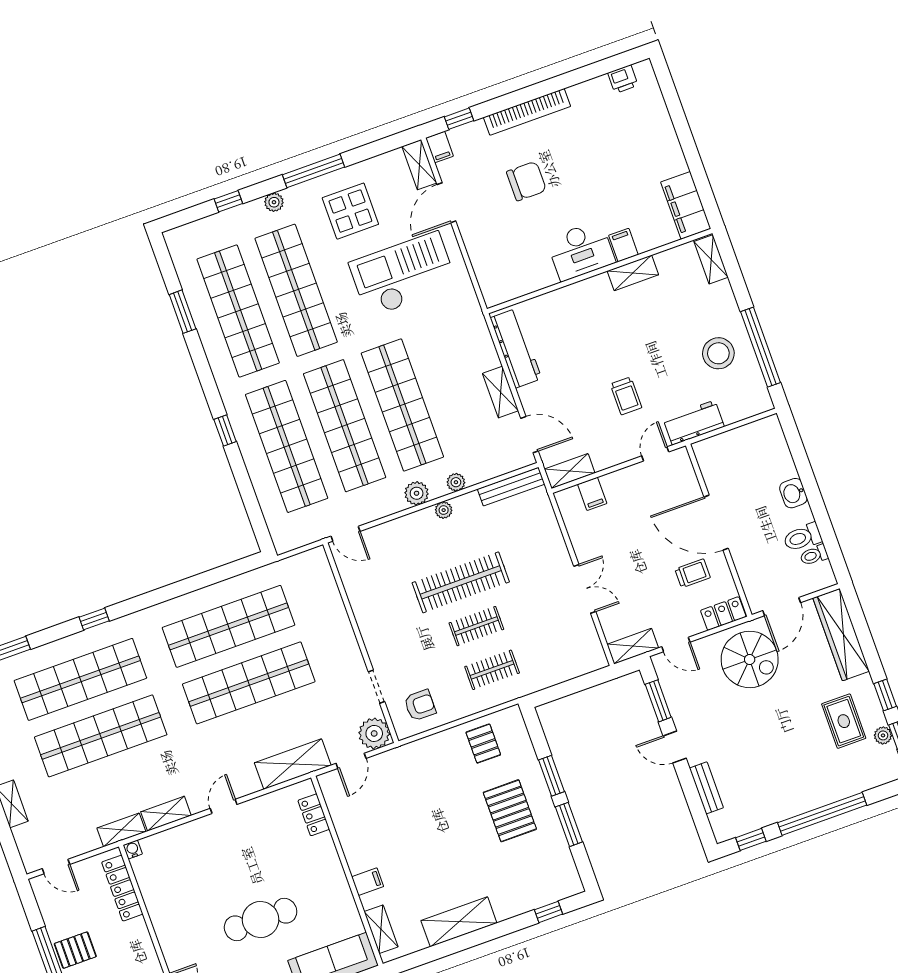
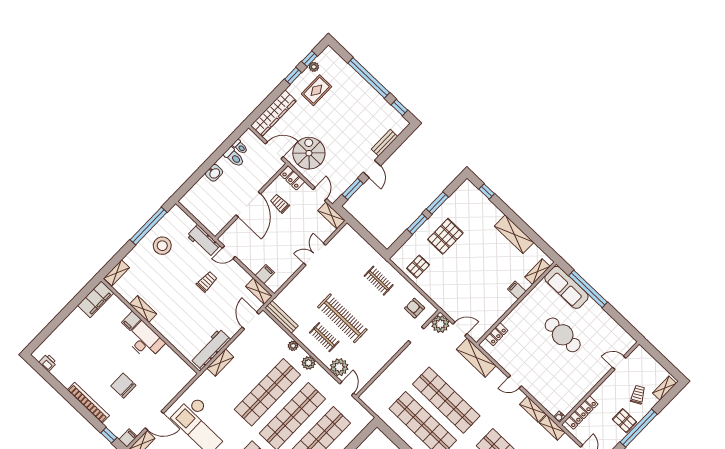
shelving: (500, 392) -> (220, 363), moved
plant: (444, 510) -> (339, 367), moved, width x1.87, depth x1.87
clothes rail: (476, 626) -> (324, 337), moved

